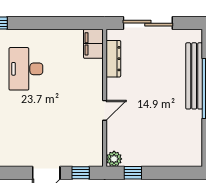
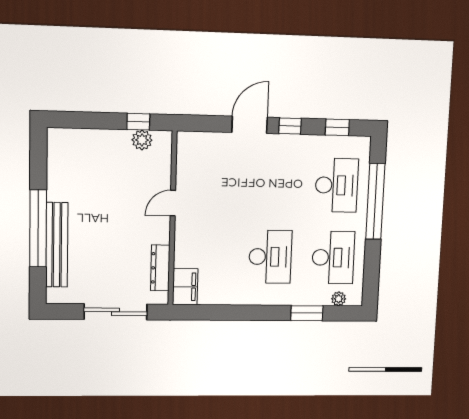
plant: (114, 159) -> (142, 140), moved
window: (81, 173) -> (290, 126), moved

